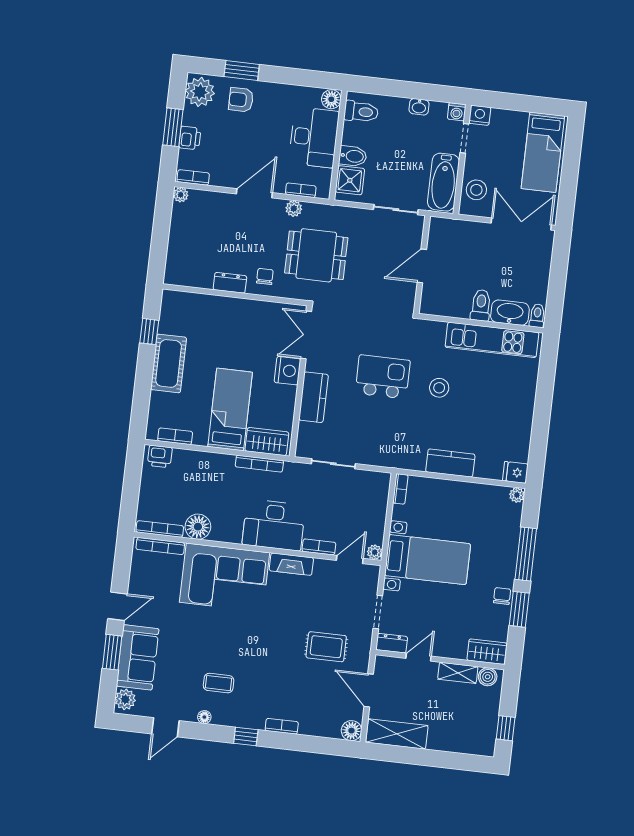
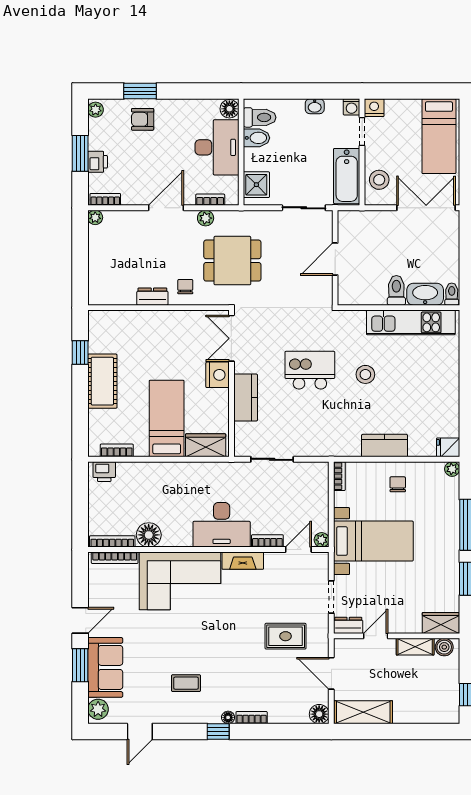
plant: (200, 92) -> (96, 110), width x0.53, depth x0.53
bidet: (353, 156) -> (256, 138), moved
bookcase: (259, 464) -> (201, 467), removed
chair: (502, 596) -> (398, 484), moved
floor lamp: (204, 717) -> (228, 717), moved

